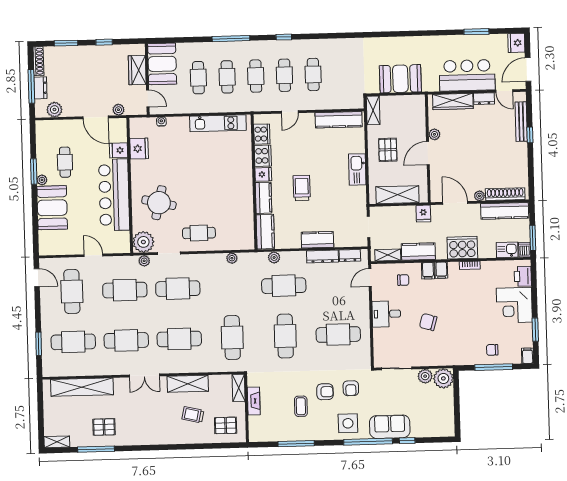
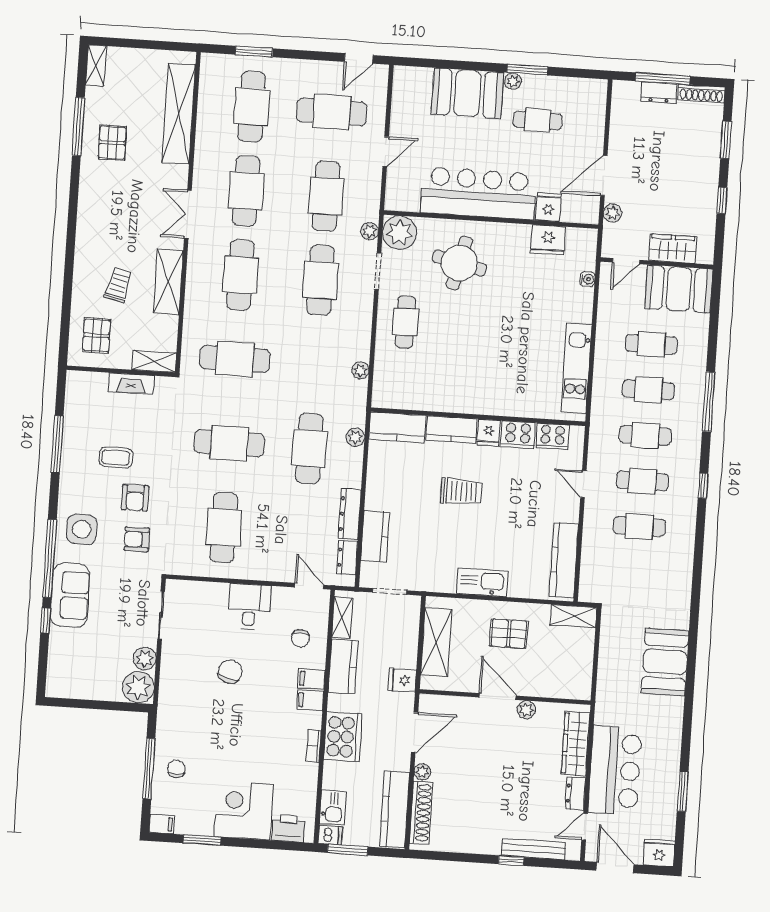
booth: (400, 79) -> (665, 662), moved
plant: (54, 110) -> (622, 112), removed
kitchen counter: (317, 240) -> (375, 536), moved

